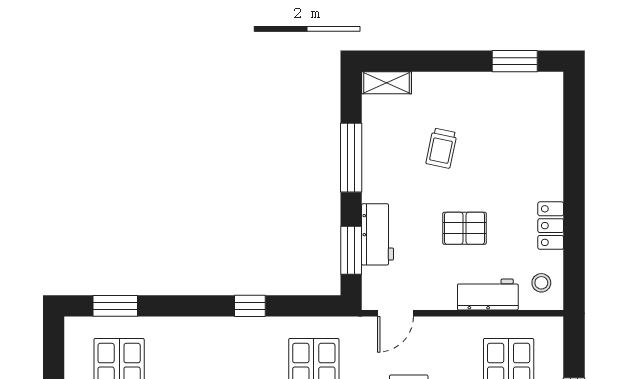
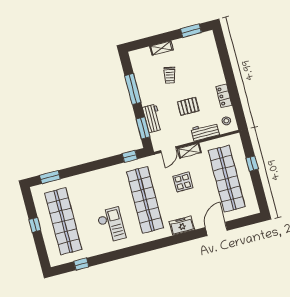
shelving: (387, 83) -> (161, 48), moved
window: (250, 306) -> (130, 156), moved
shelving: (441, 328) -> (189, 151), added

